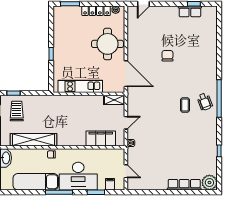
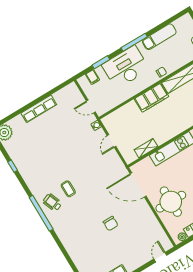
shelving: (114, 100) -> (146, 148), moved
filing cabinet: (101, 138) -> (151, 98), moved
door: (126, 171) -> (91, 107), moved
exam couch: (36, 182) -> (159, 37), width x0.73, depth x0.69
row of seats: (184, 185) -> (39, 109), moved

